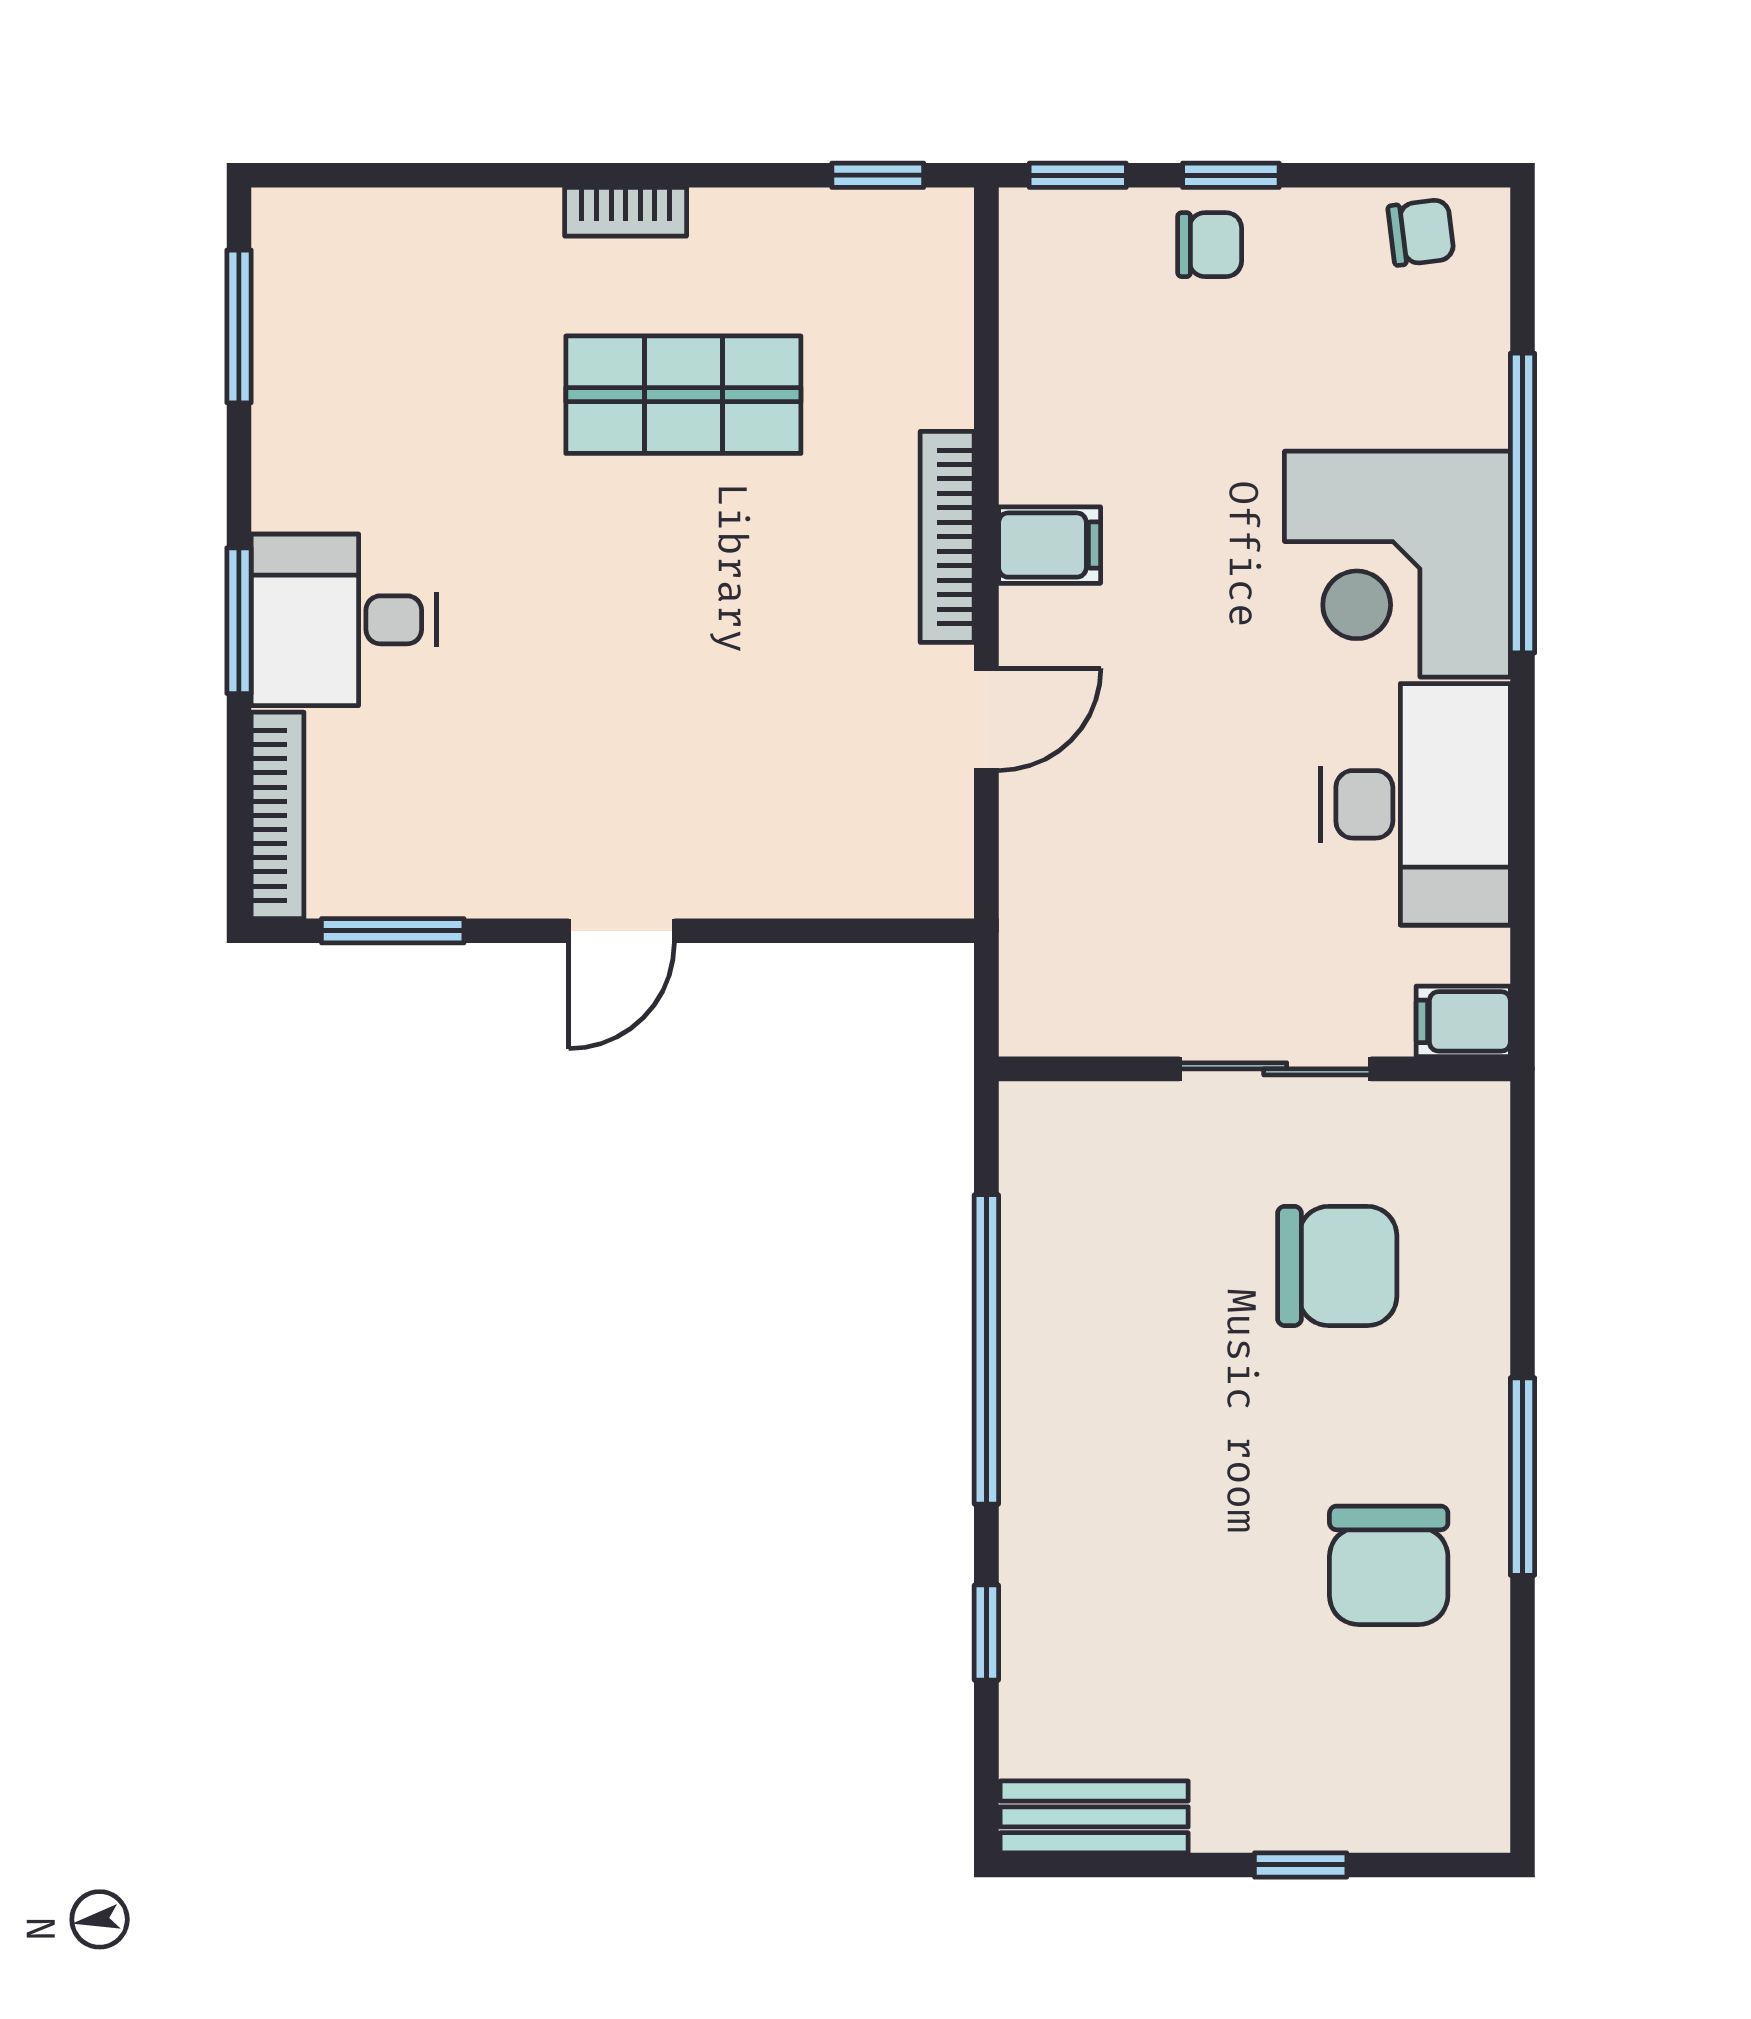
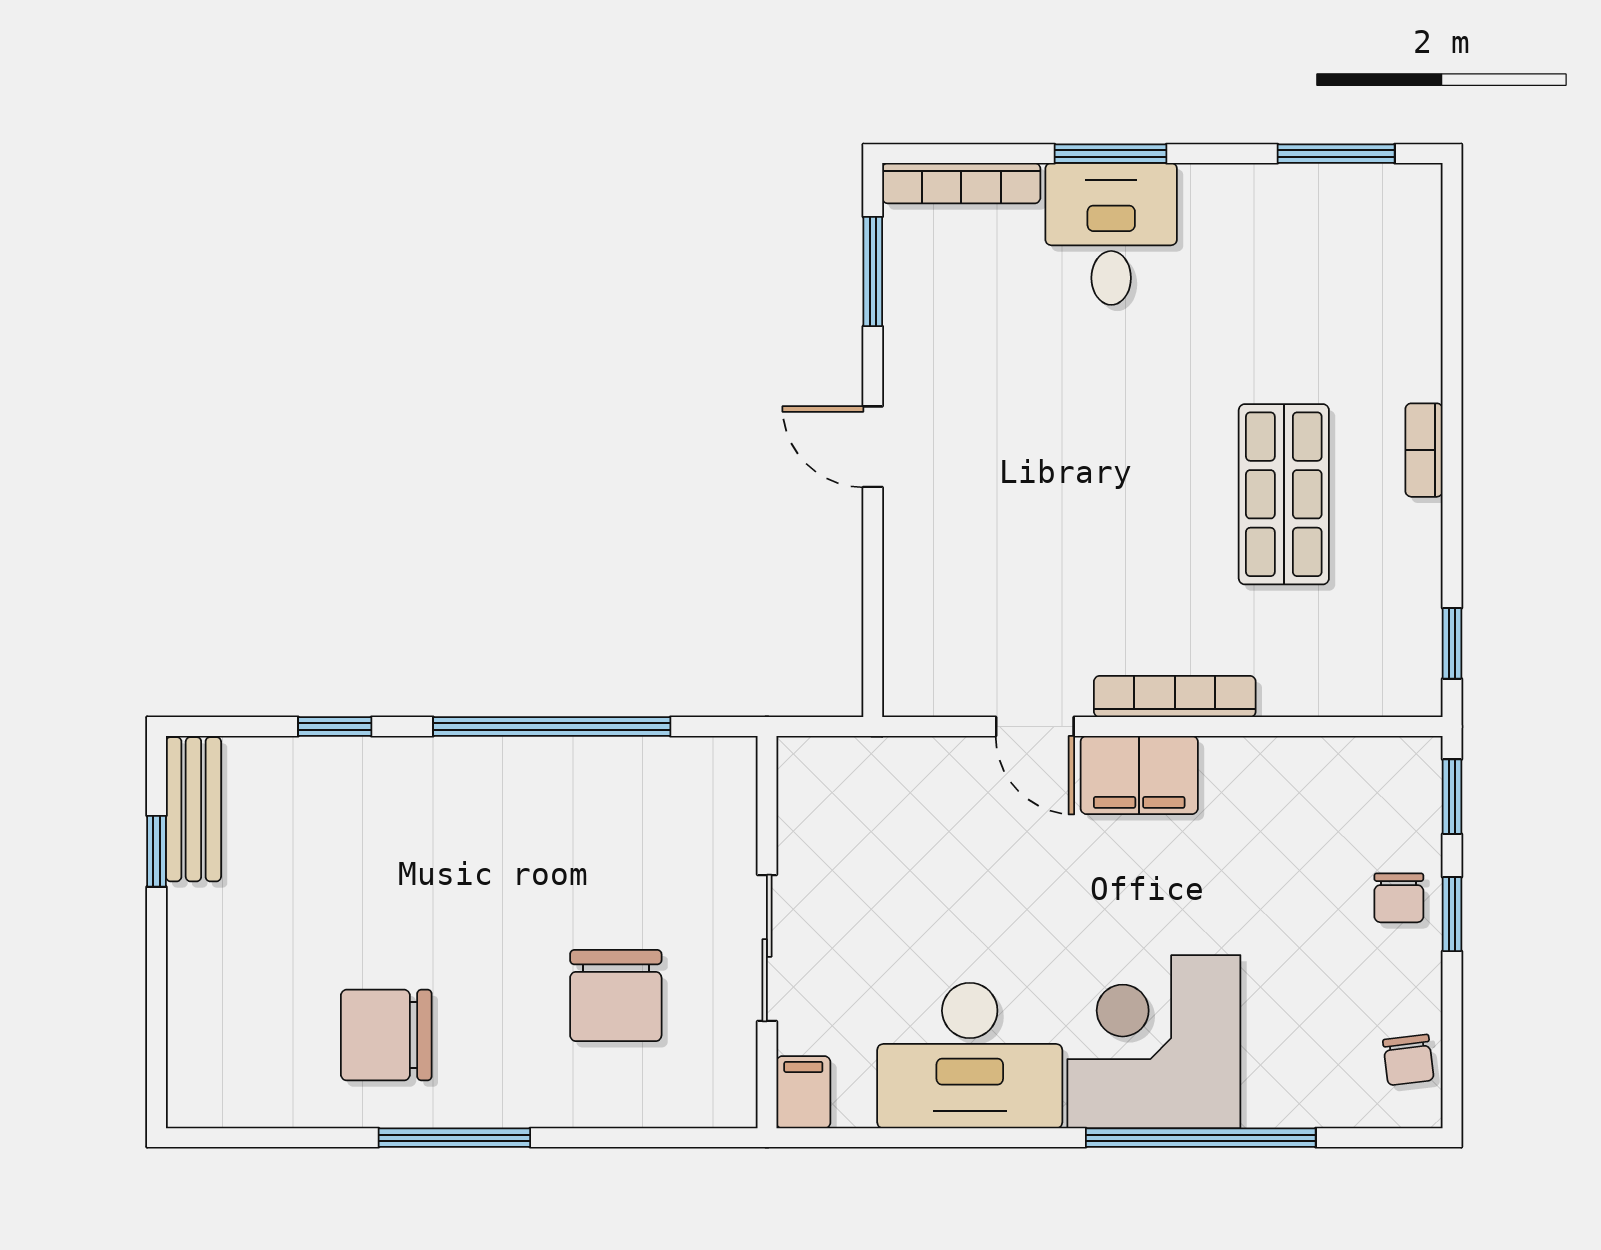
filing cabinet: (1050, 545) -> (1139, 775), width x2.00
window: (1301, 1865) -> (157, 851), moved

